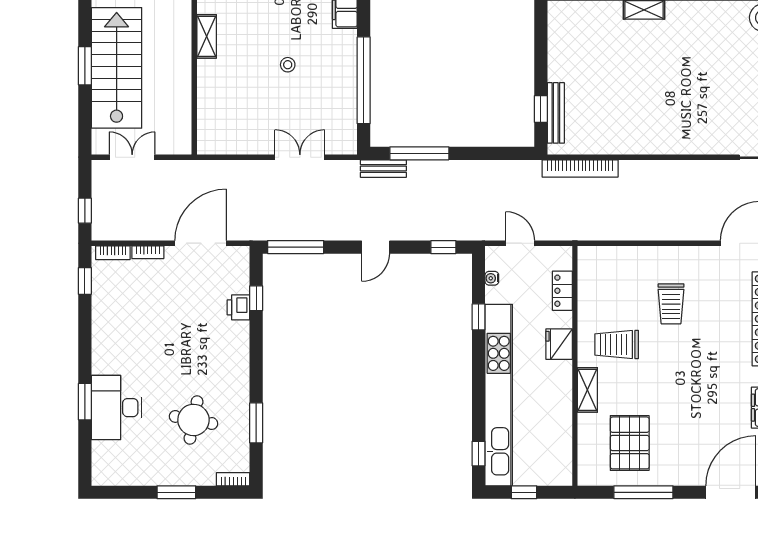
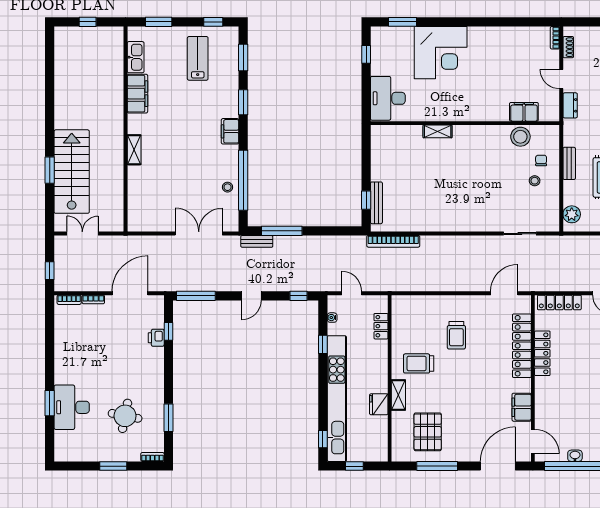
stool: (288, 65) -> (228, 187), moved
double door: (300, 157) -> (199, 234), width x1.37
window: (85, 281) -> (50, 319), removed
fridge: (559, 344) -> (379, 404), moved

